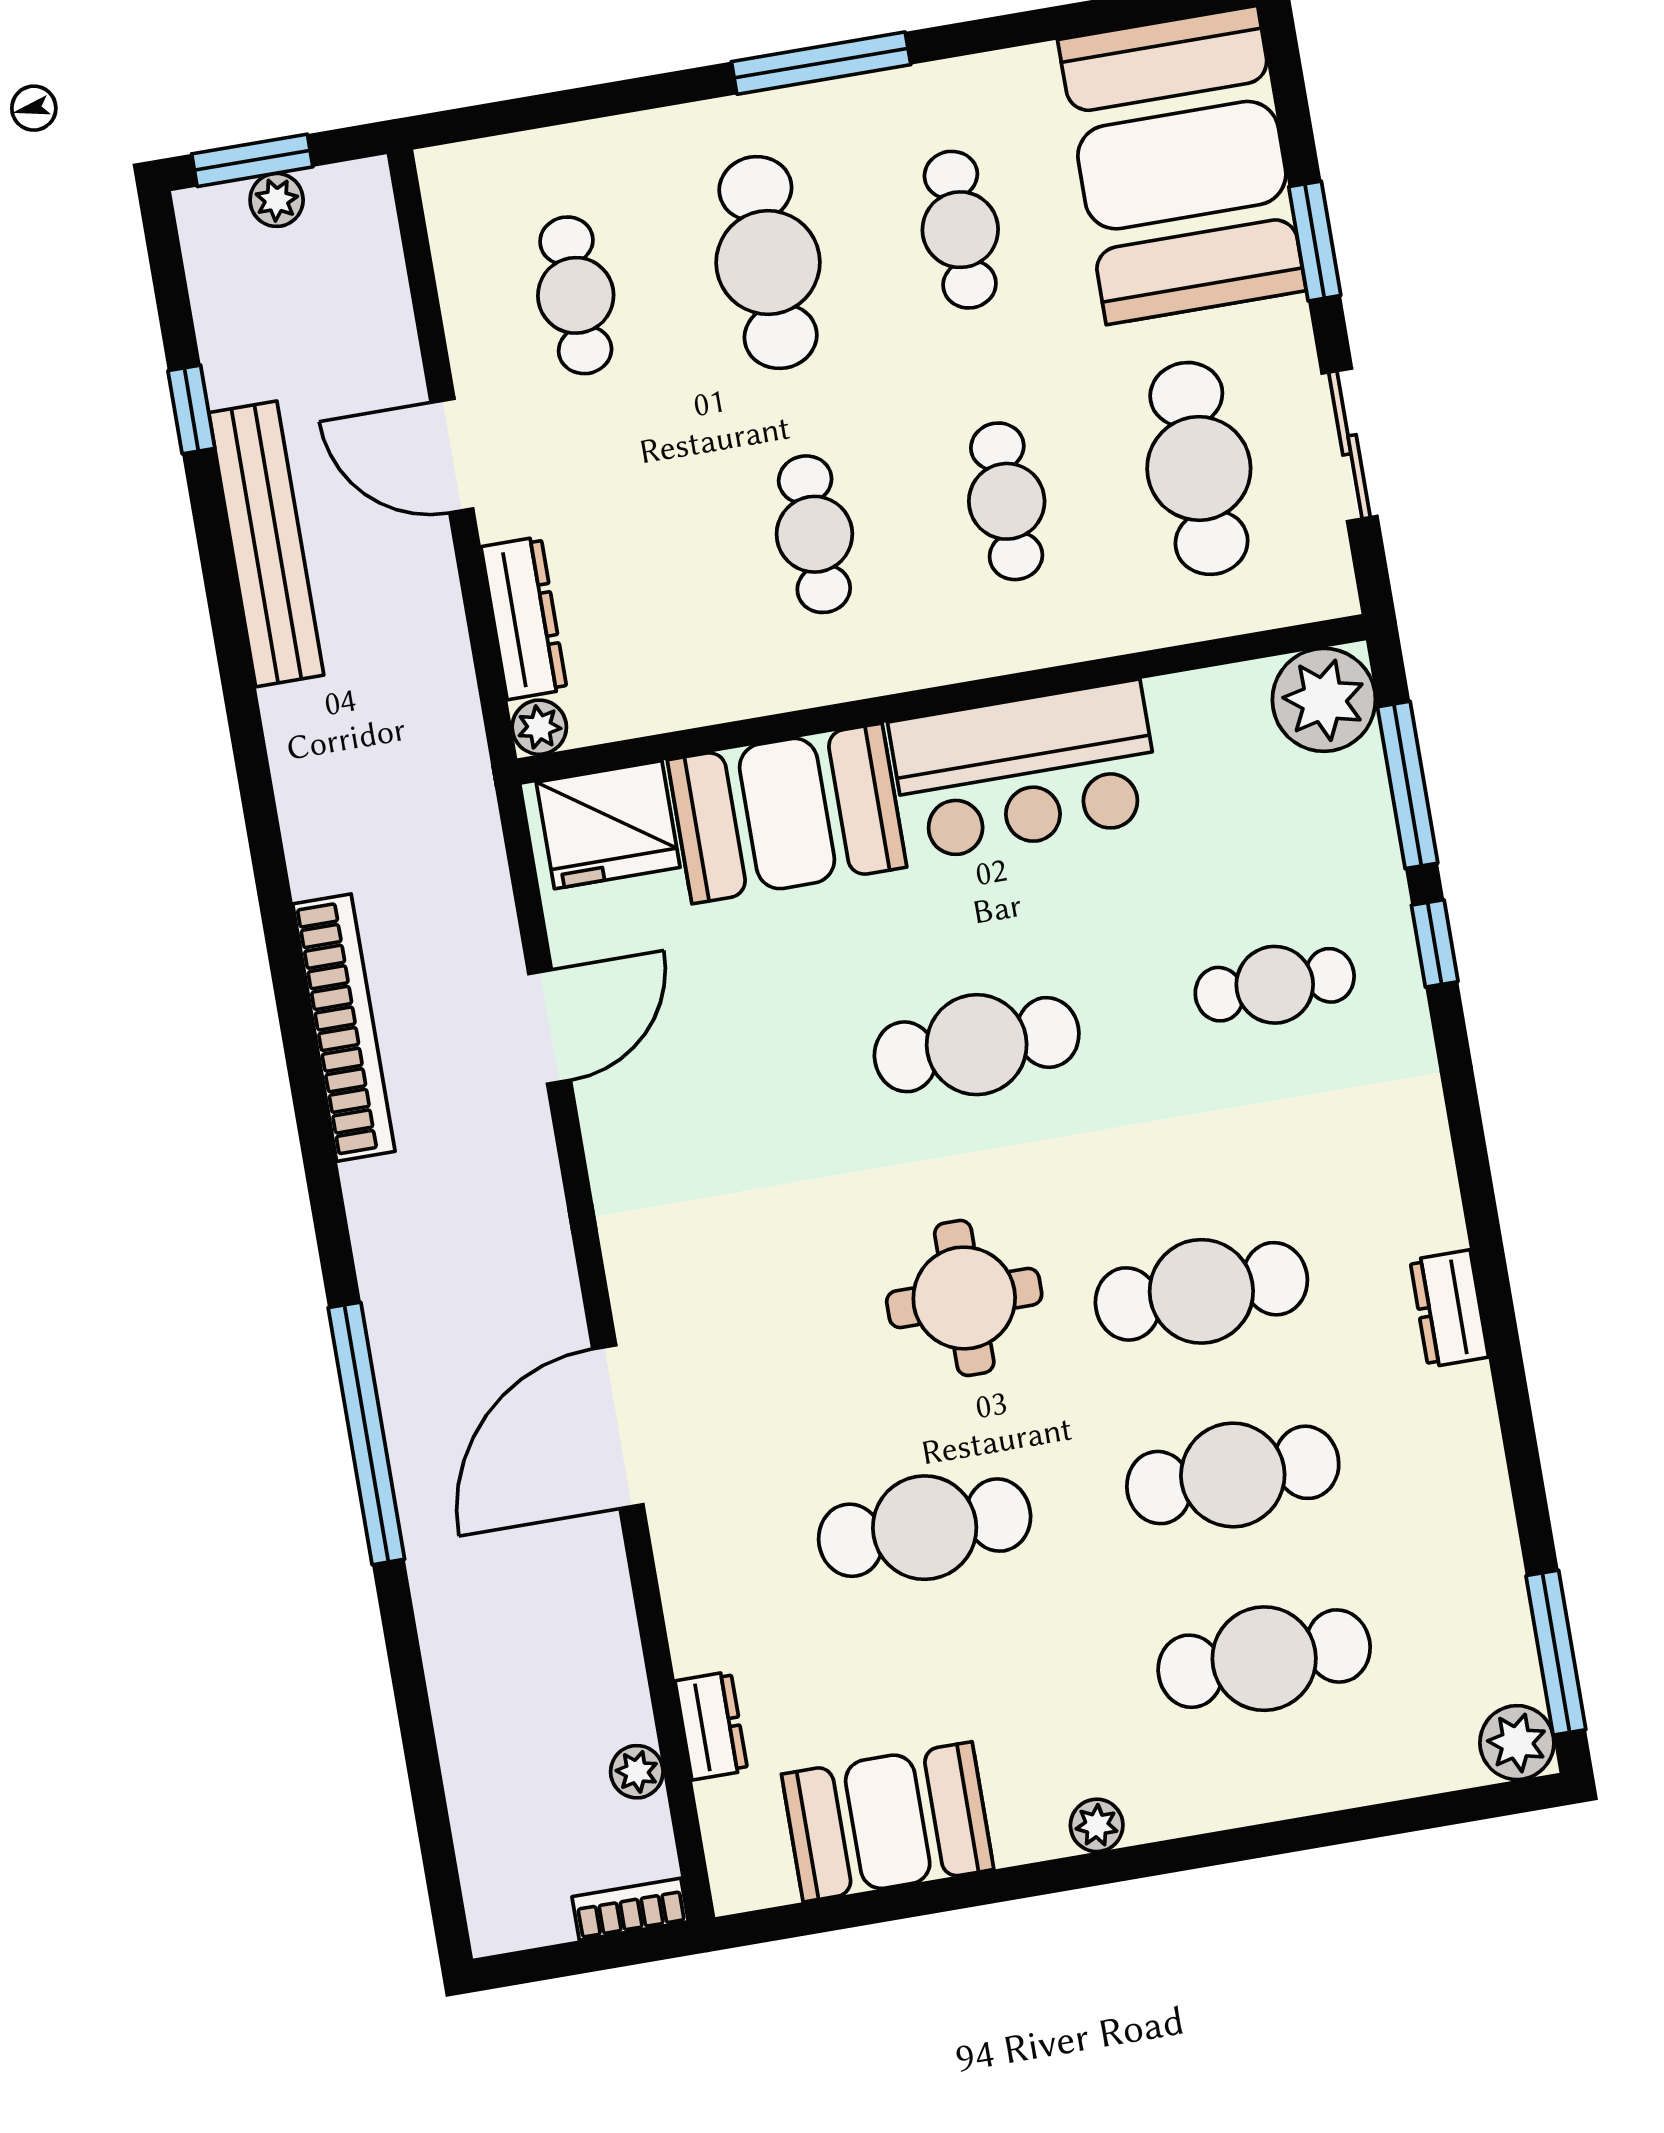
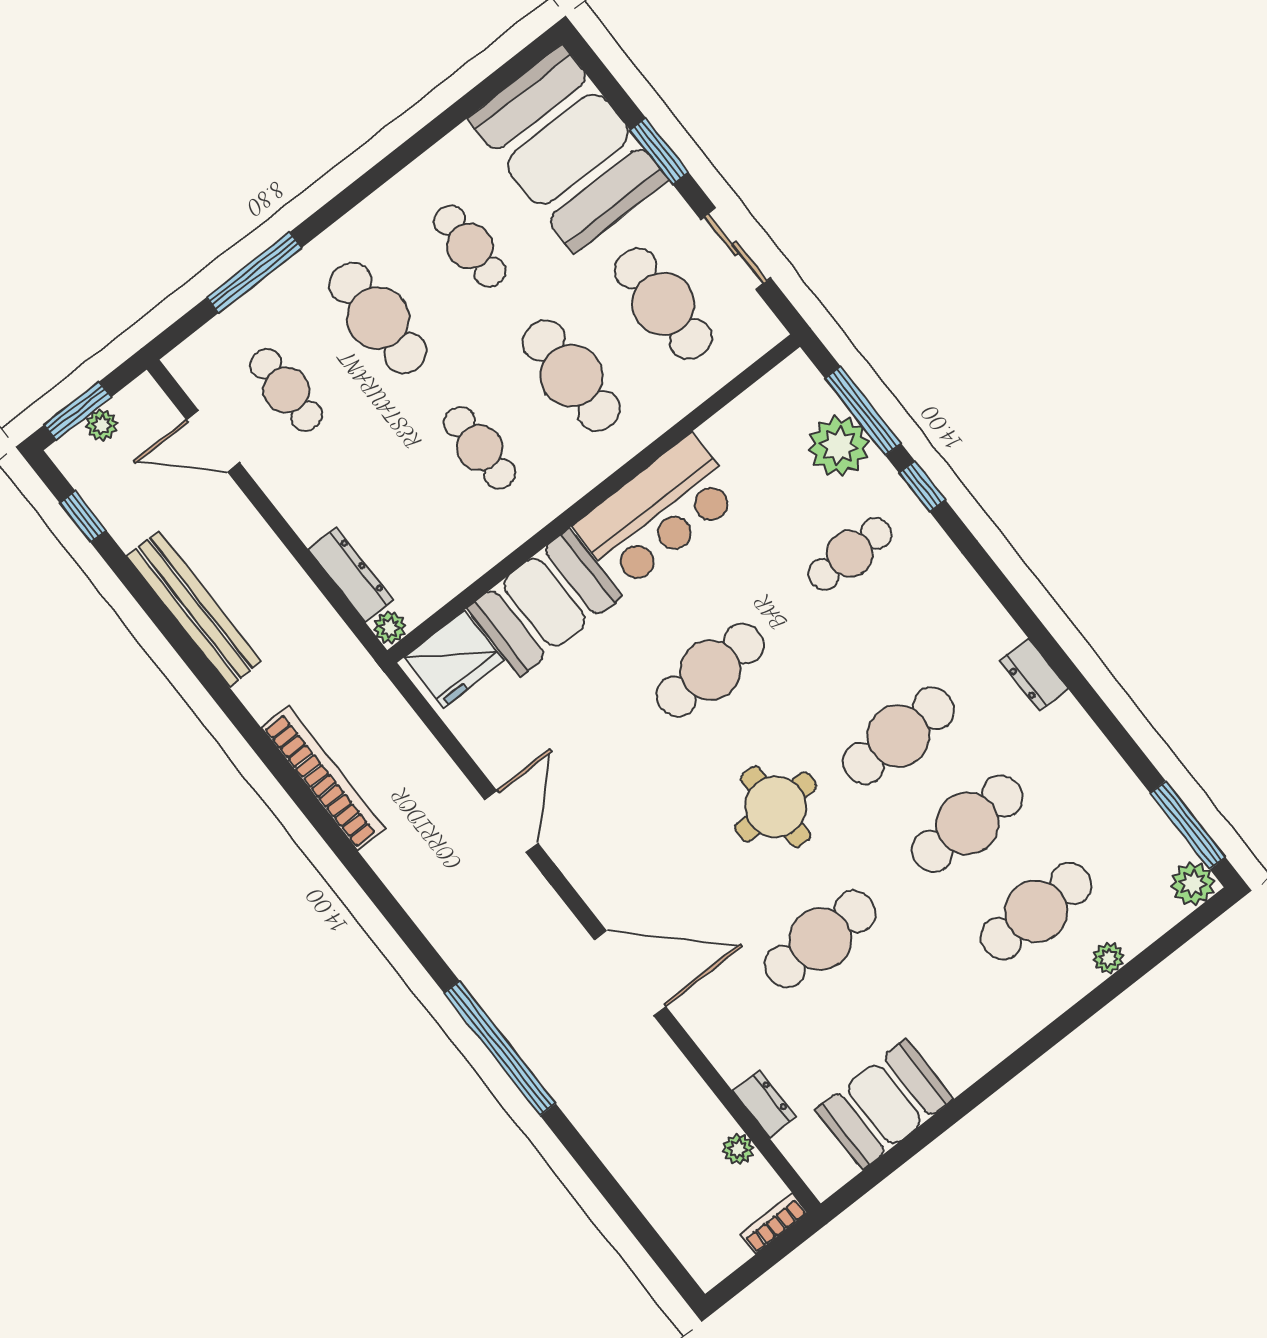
window: (821, 63) -> (254, 273), moved
window: (191, 409) -> (83, 517), moved
door: (452, 456) -> (213, 441), moved
cafe table: (1007, 501) -> (571, 376), width x1.37, depth x1.35
plant: (1324, 700) -> (839, 446), moved
door: (550, 1027) -> (511, 822), moved
bookcase: (344, 1028) -> (323, 778), moved
door: (618, 1427) -> (630, 973), swing flipped
plant: (1097, 1825) -> (1108, 958), moved

